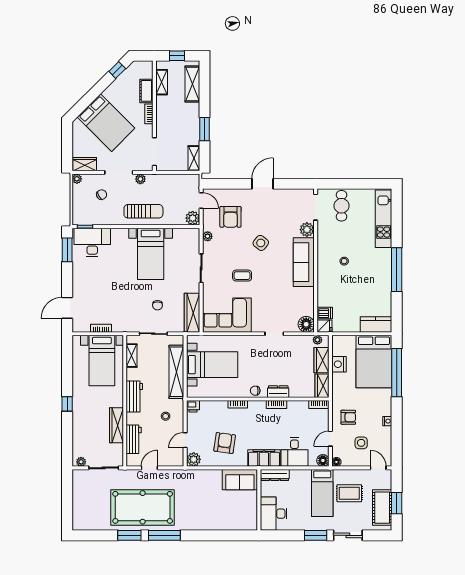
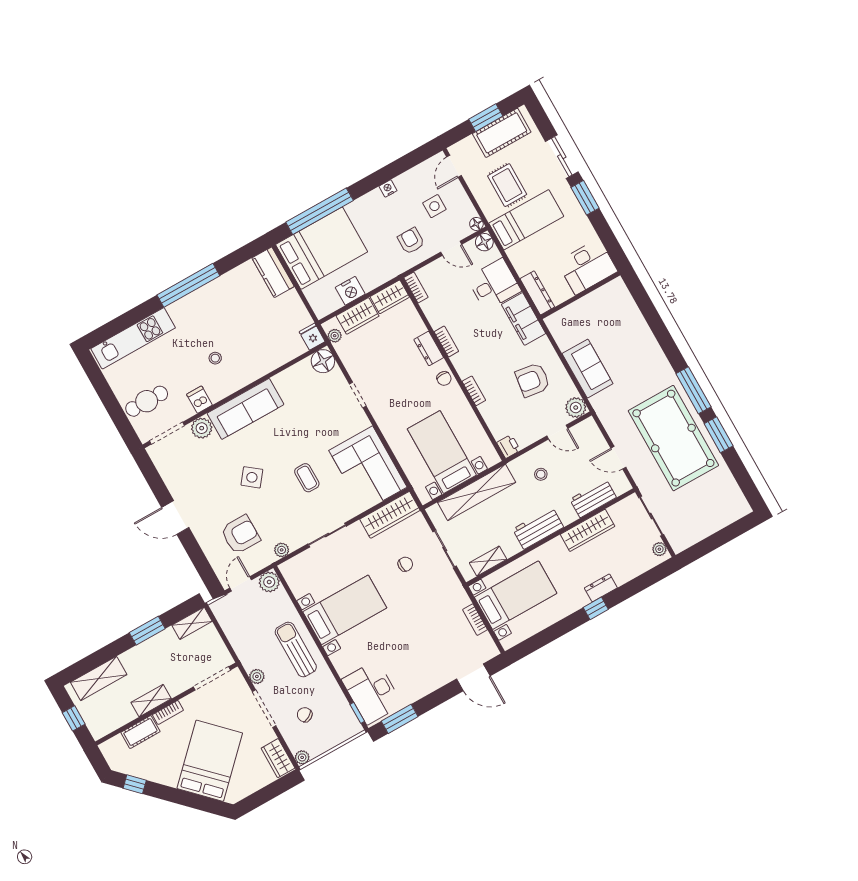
shelving: (162, 82) -> (151, 701), moved
dishwasher: (325, 313) -> (199, 400), moved
dresser: (78, 414) -> (601, 588), added
sofa: (240, 480) -> (588, 369), moved

